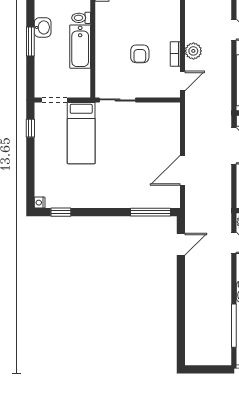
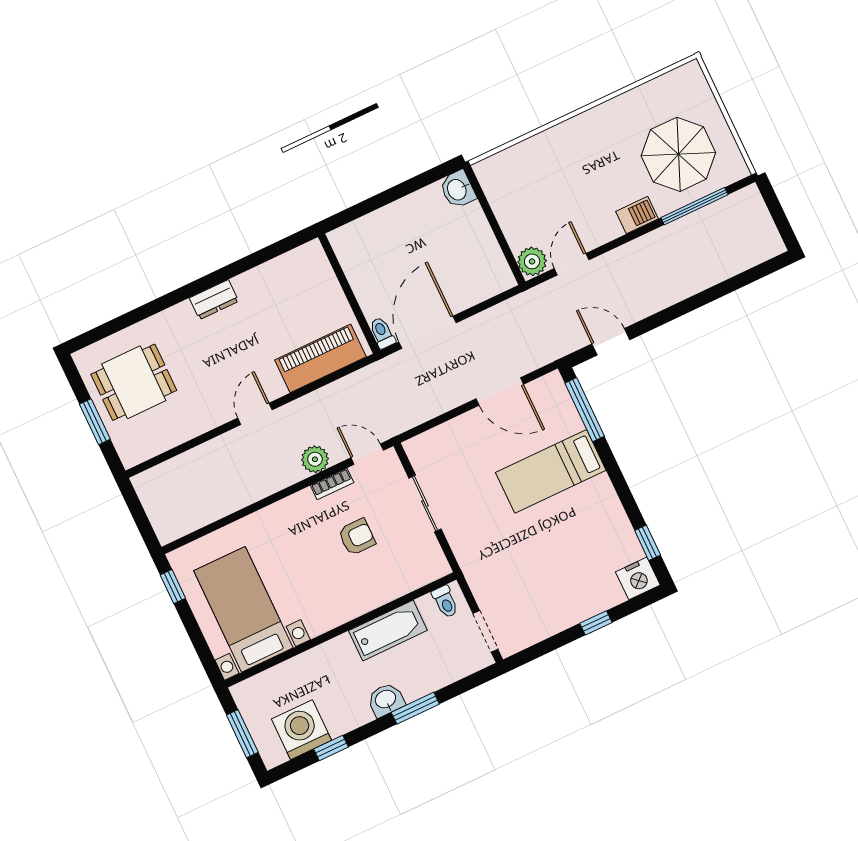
toilet: (81, 18) -> (445, 602), moved
sliding door: (118, 100) -> (425, 503), moved
window: (30, 128) -> (596, 623), moved
bed: (81, 133) -> (551, 471), moved, turned 180
nightstand: (40, 203) -> (638, 578), width x1.89, depth x1.79

